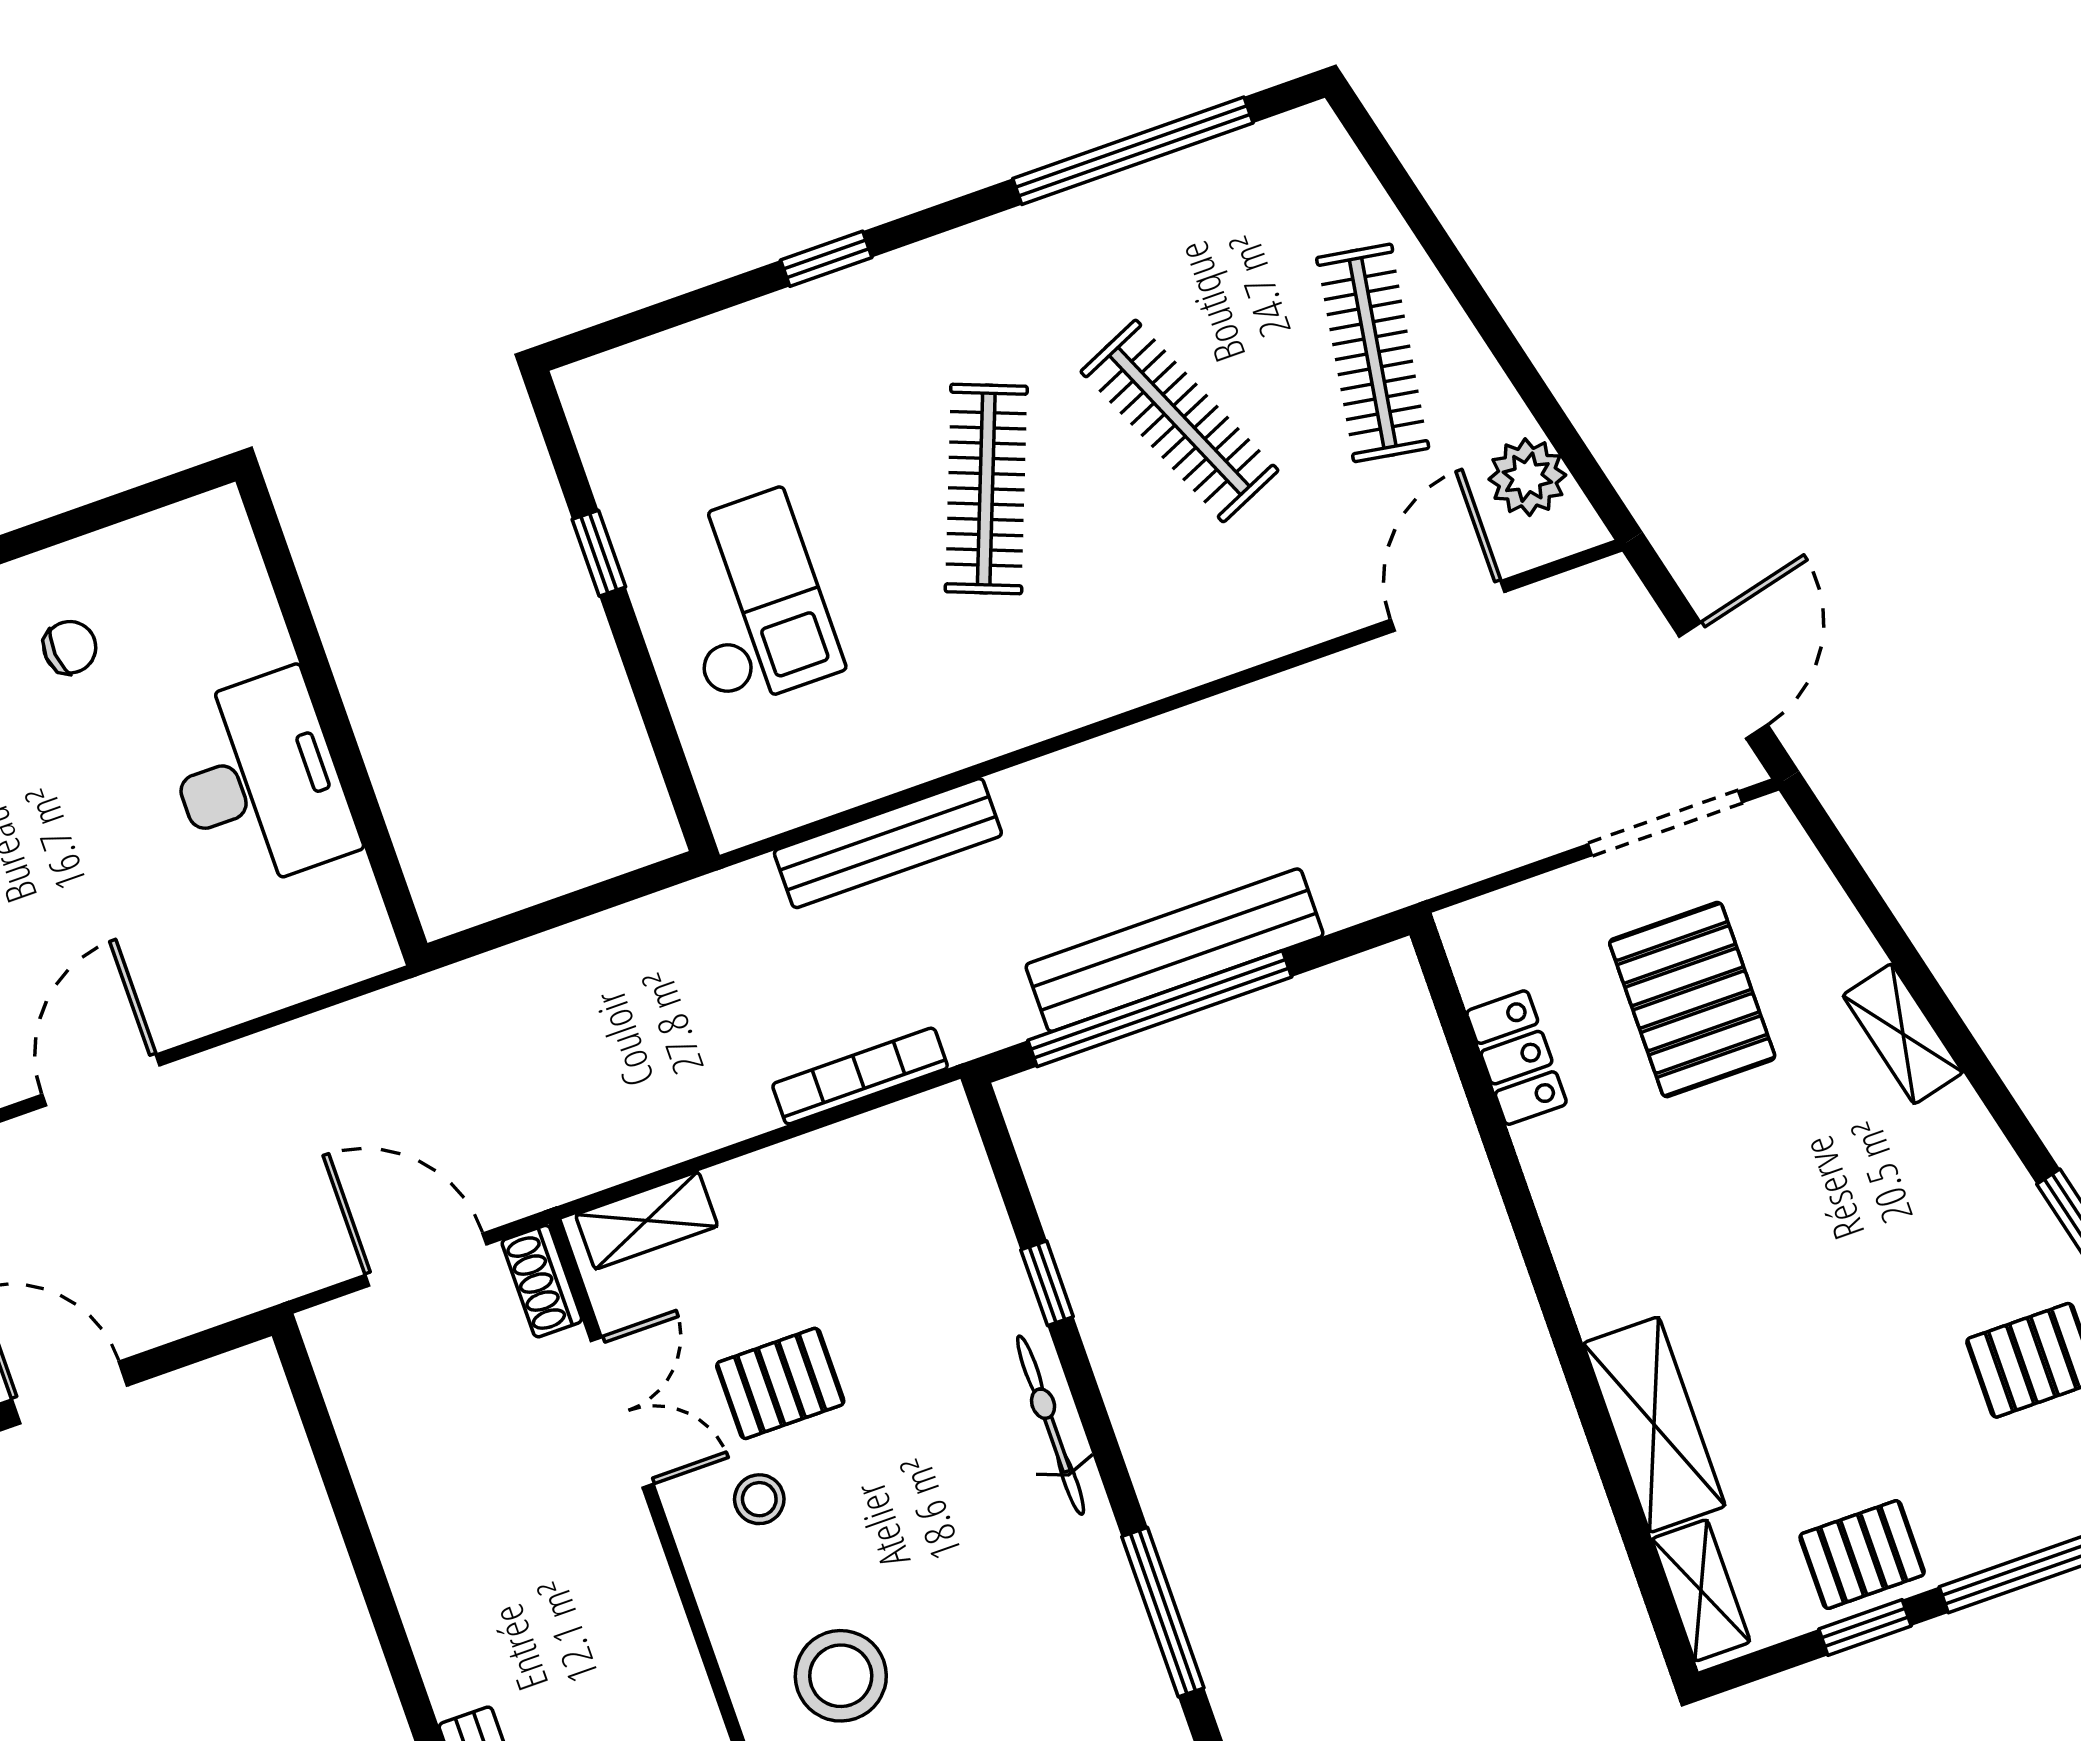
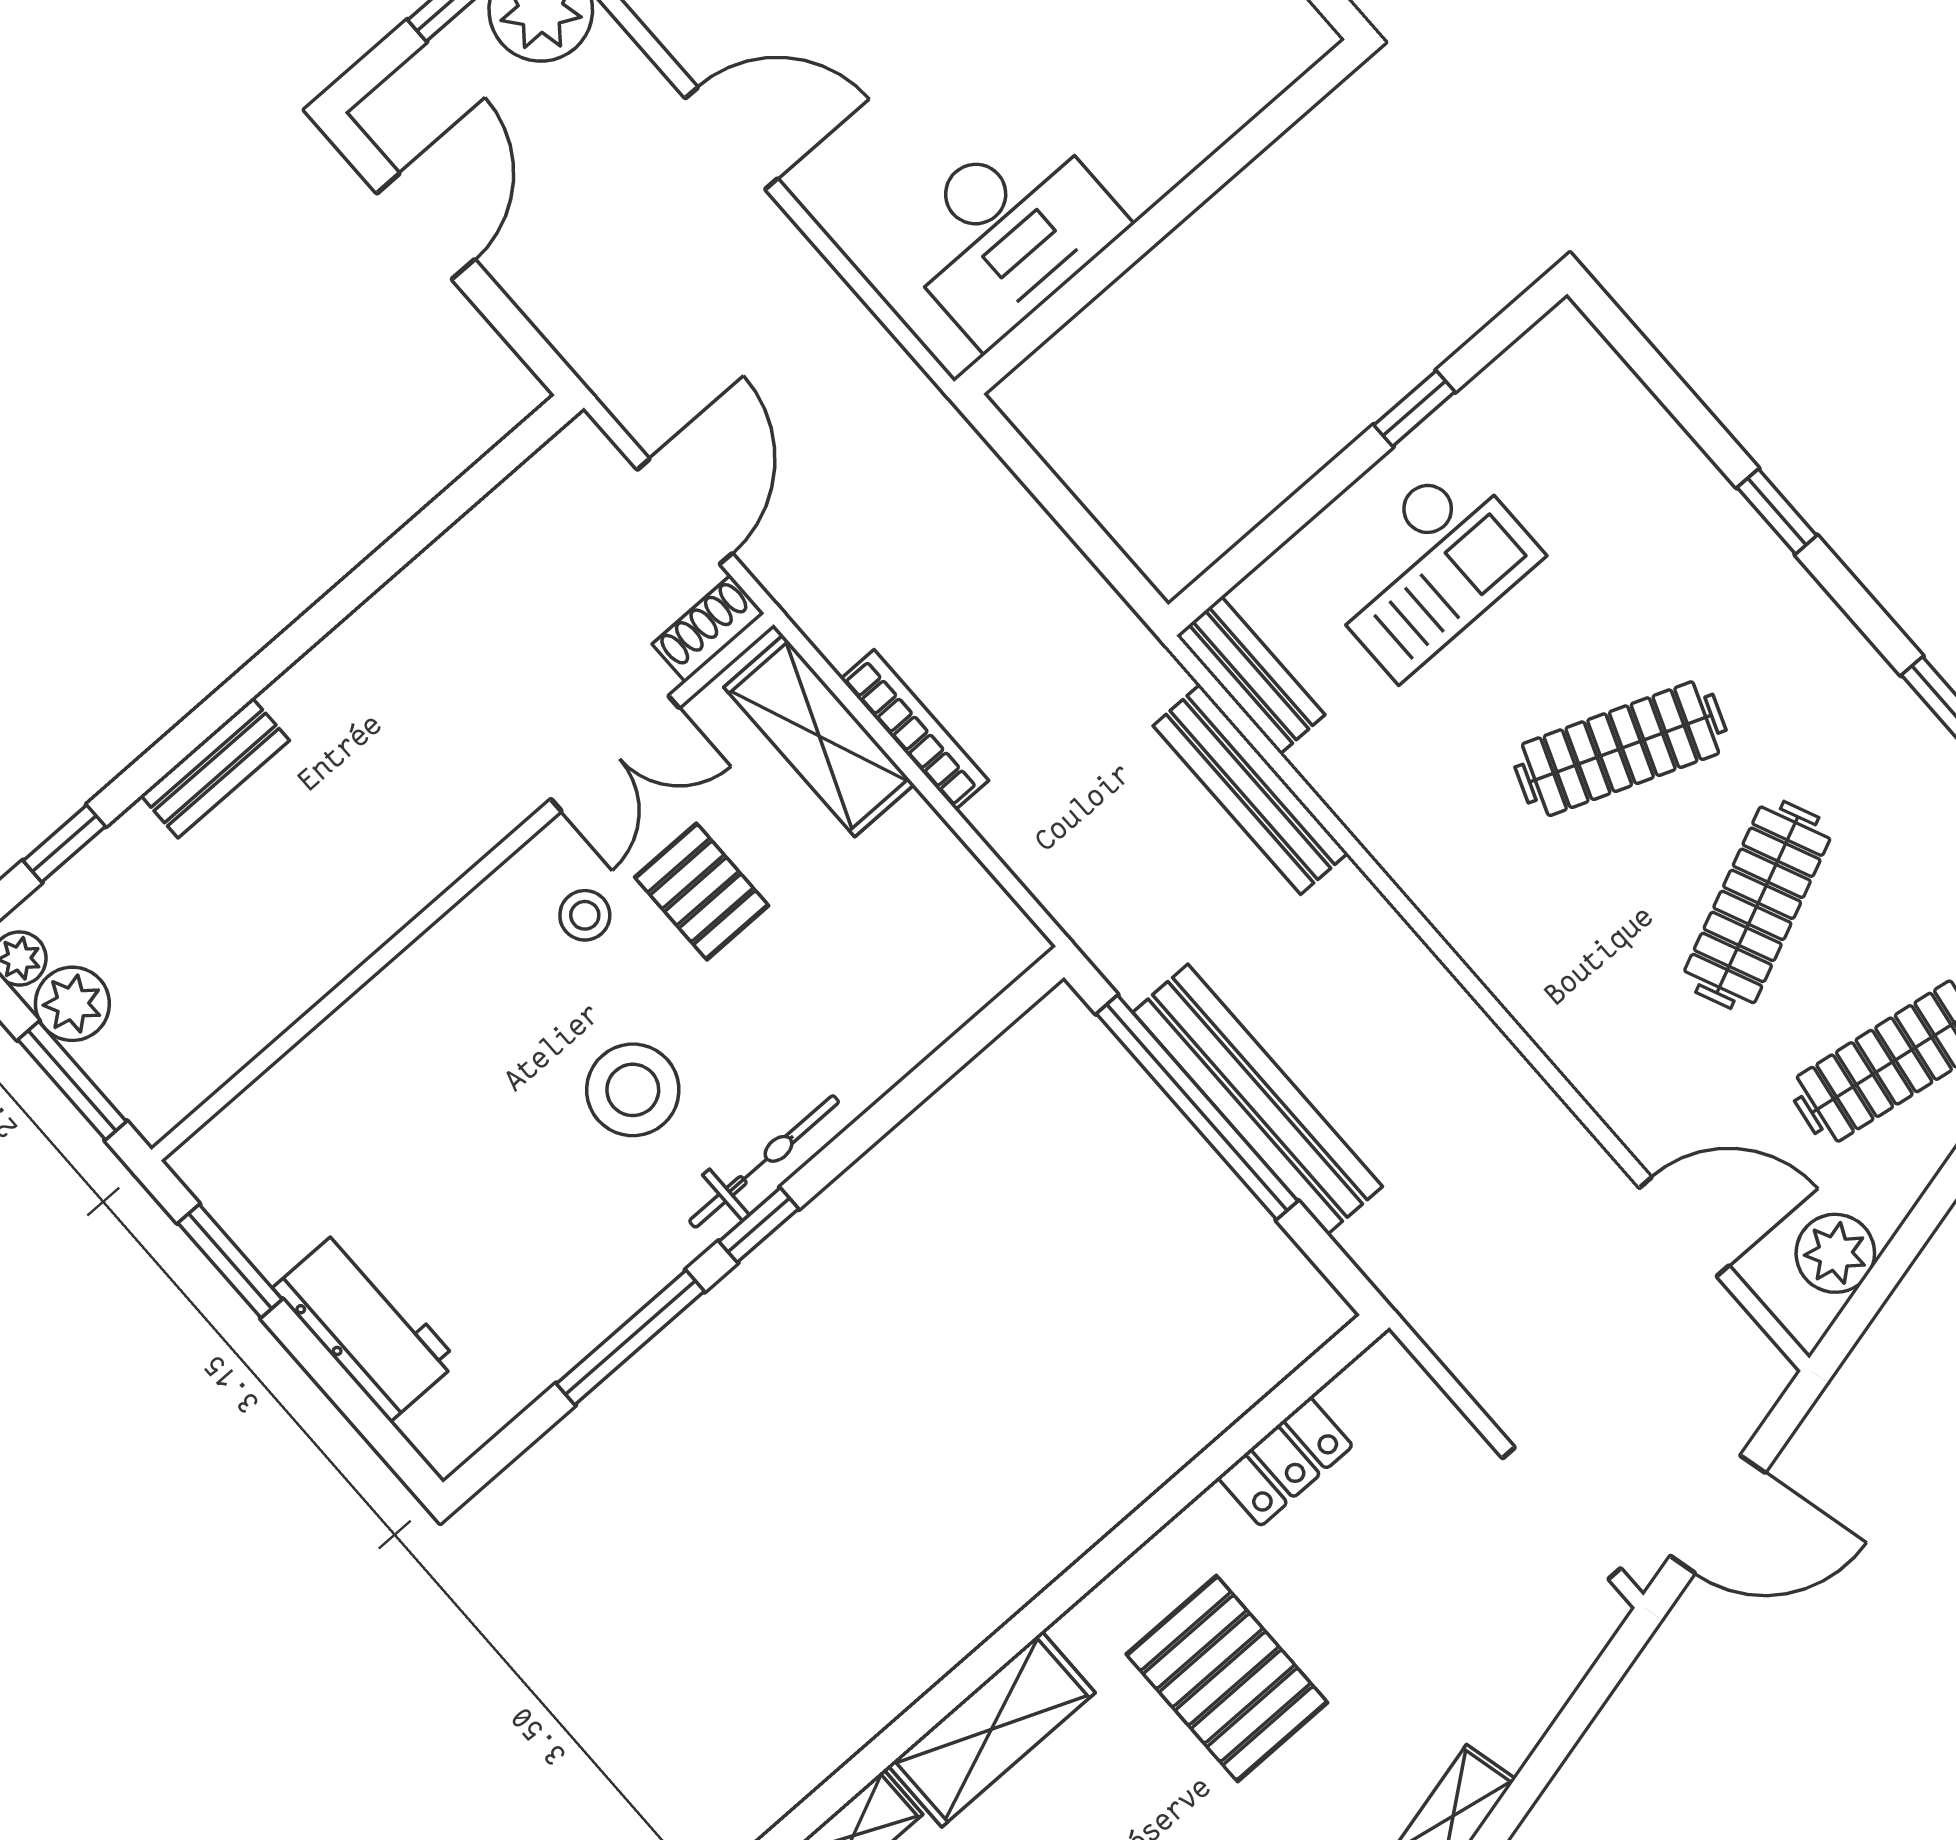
desk: (259, 781) -> (1008, 231), moved
bench: (783, 801) -> (1251, 675), added
pallet: (1692, 1000) -> (1227, 1678), moved, turned 90
bookcase: (860, 1076) -> (915, 730), moved
shelving: (647, 1220) -> (819, 736), width x1.50, depth x1.33
window: (1047, 1283) -> (759, 1225), moved
stool: (841, 1676) -> (633, 1090), moved

